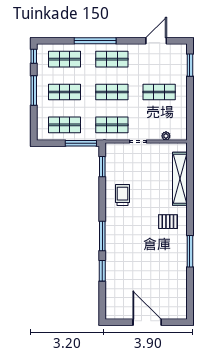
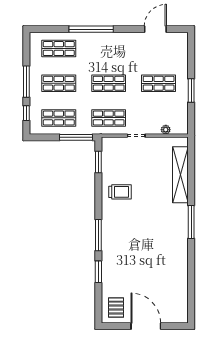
window: (34, 56) -> (26, 113), moved
shop shelf: (112, 59) -> (109, 49), removed
window: (190, 65) -> (191, 90), moved
trolley: (123, 195) -> (120, 192), turned 90
pallet: (168, 222) -> (116, 308), moved, turned 90
window: (190, 251) -> (191, 222), moved

